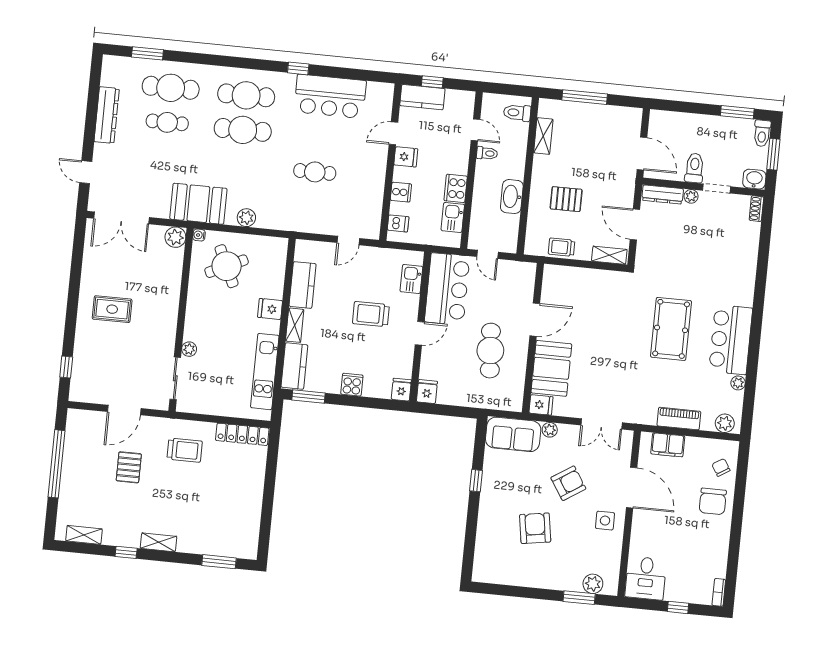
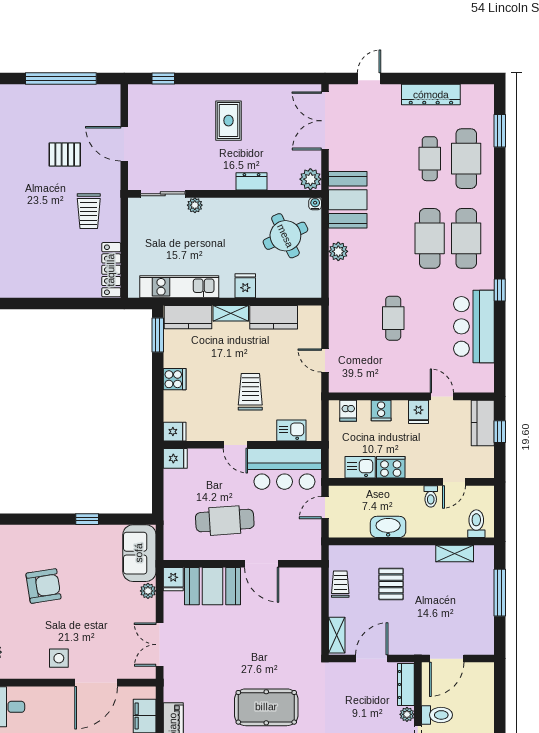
dresser: (172, 293) -> (252, 181), added
armchair: (568, 483) -> (94, 616), removed

